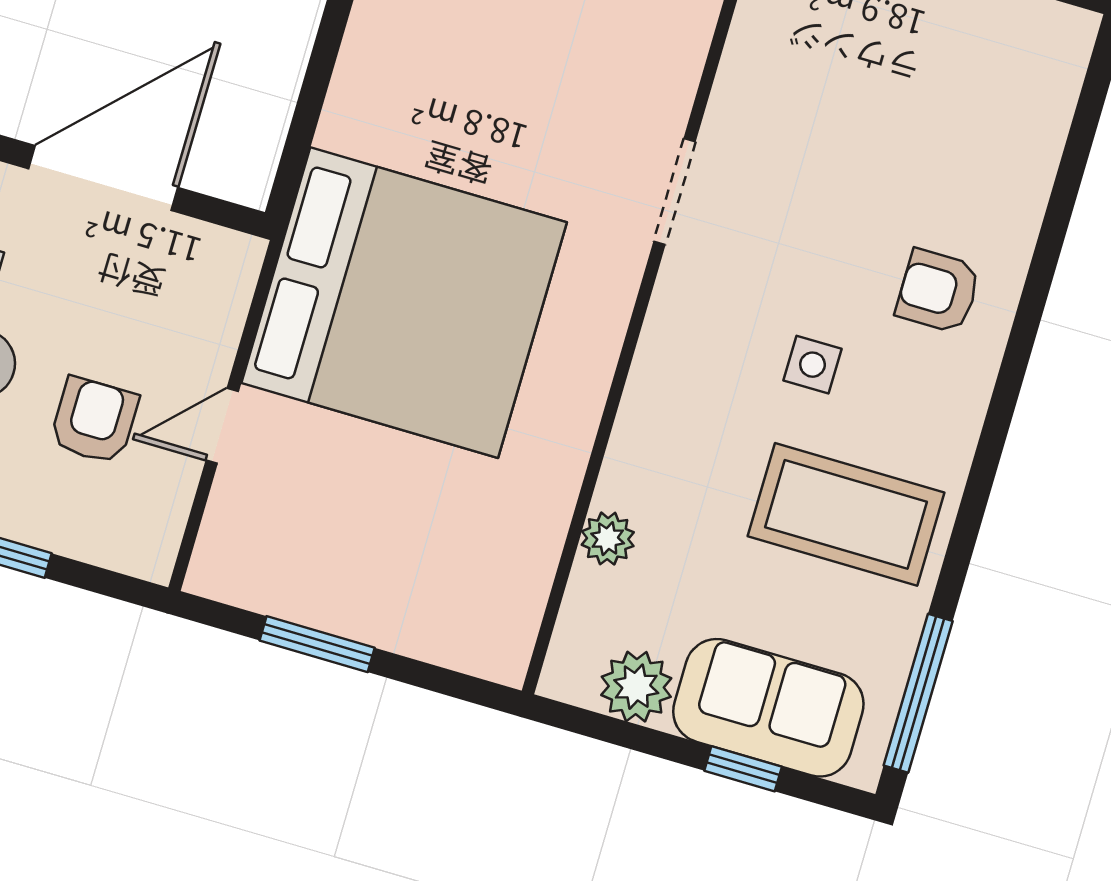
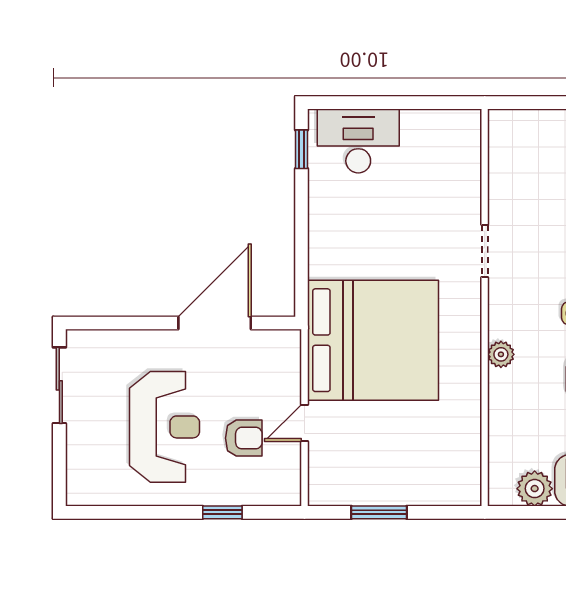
armchair: (94, 420) -> (244, 438), turned 90
plant: (608, 539) -> (501, 354), moved

